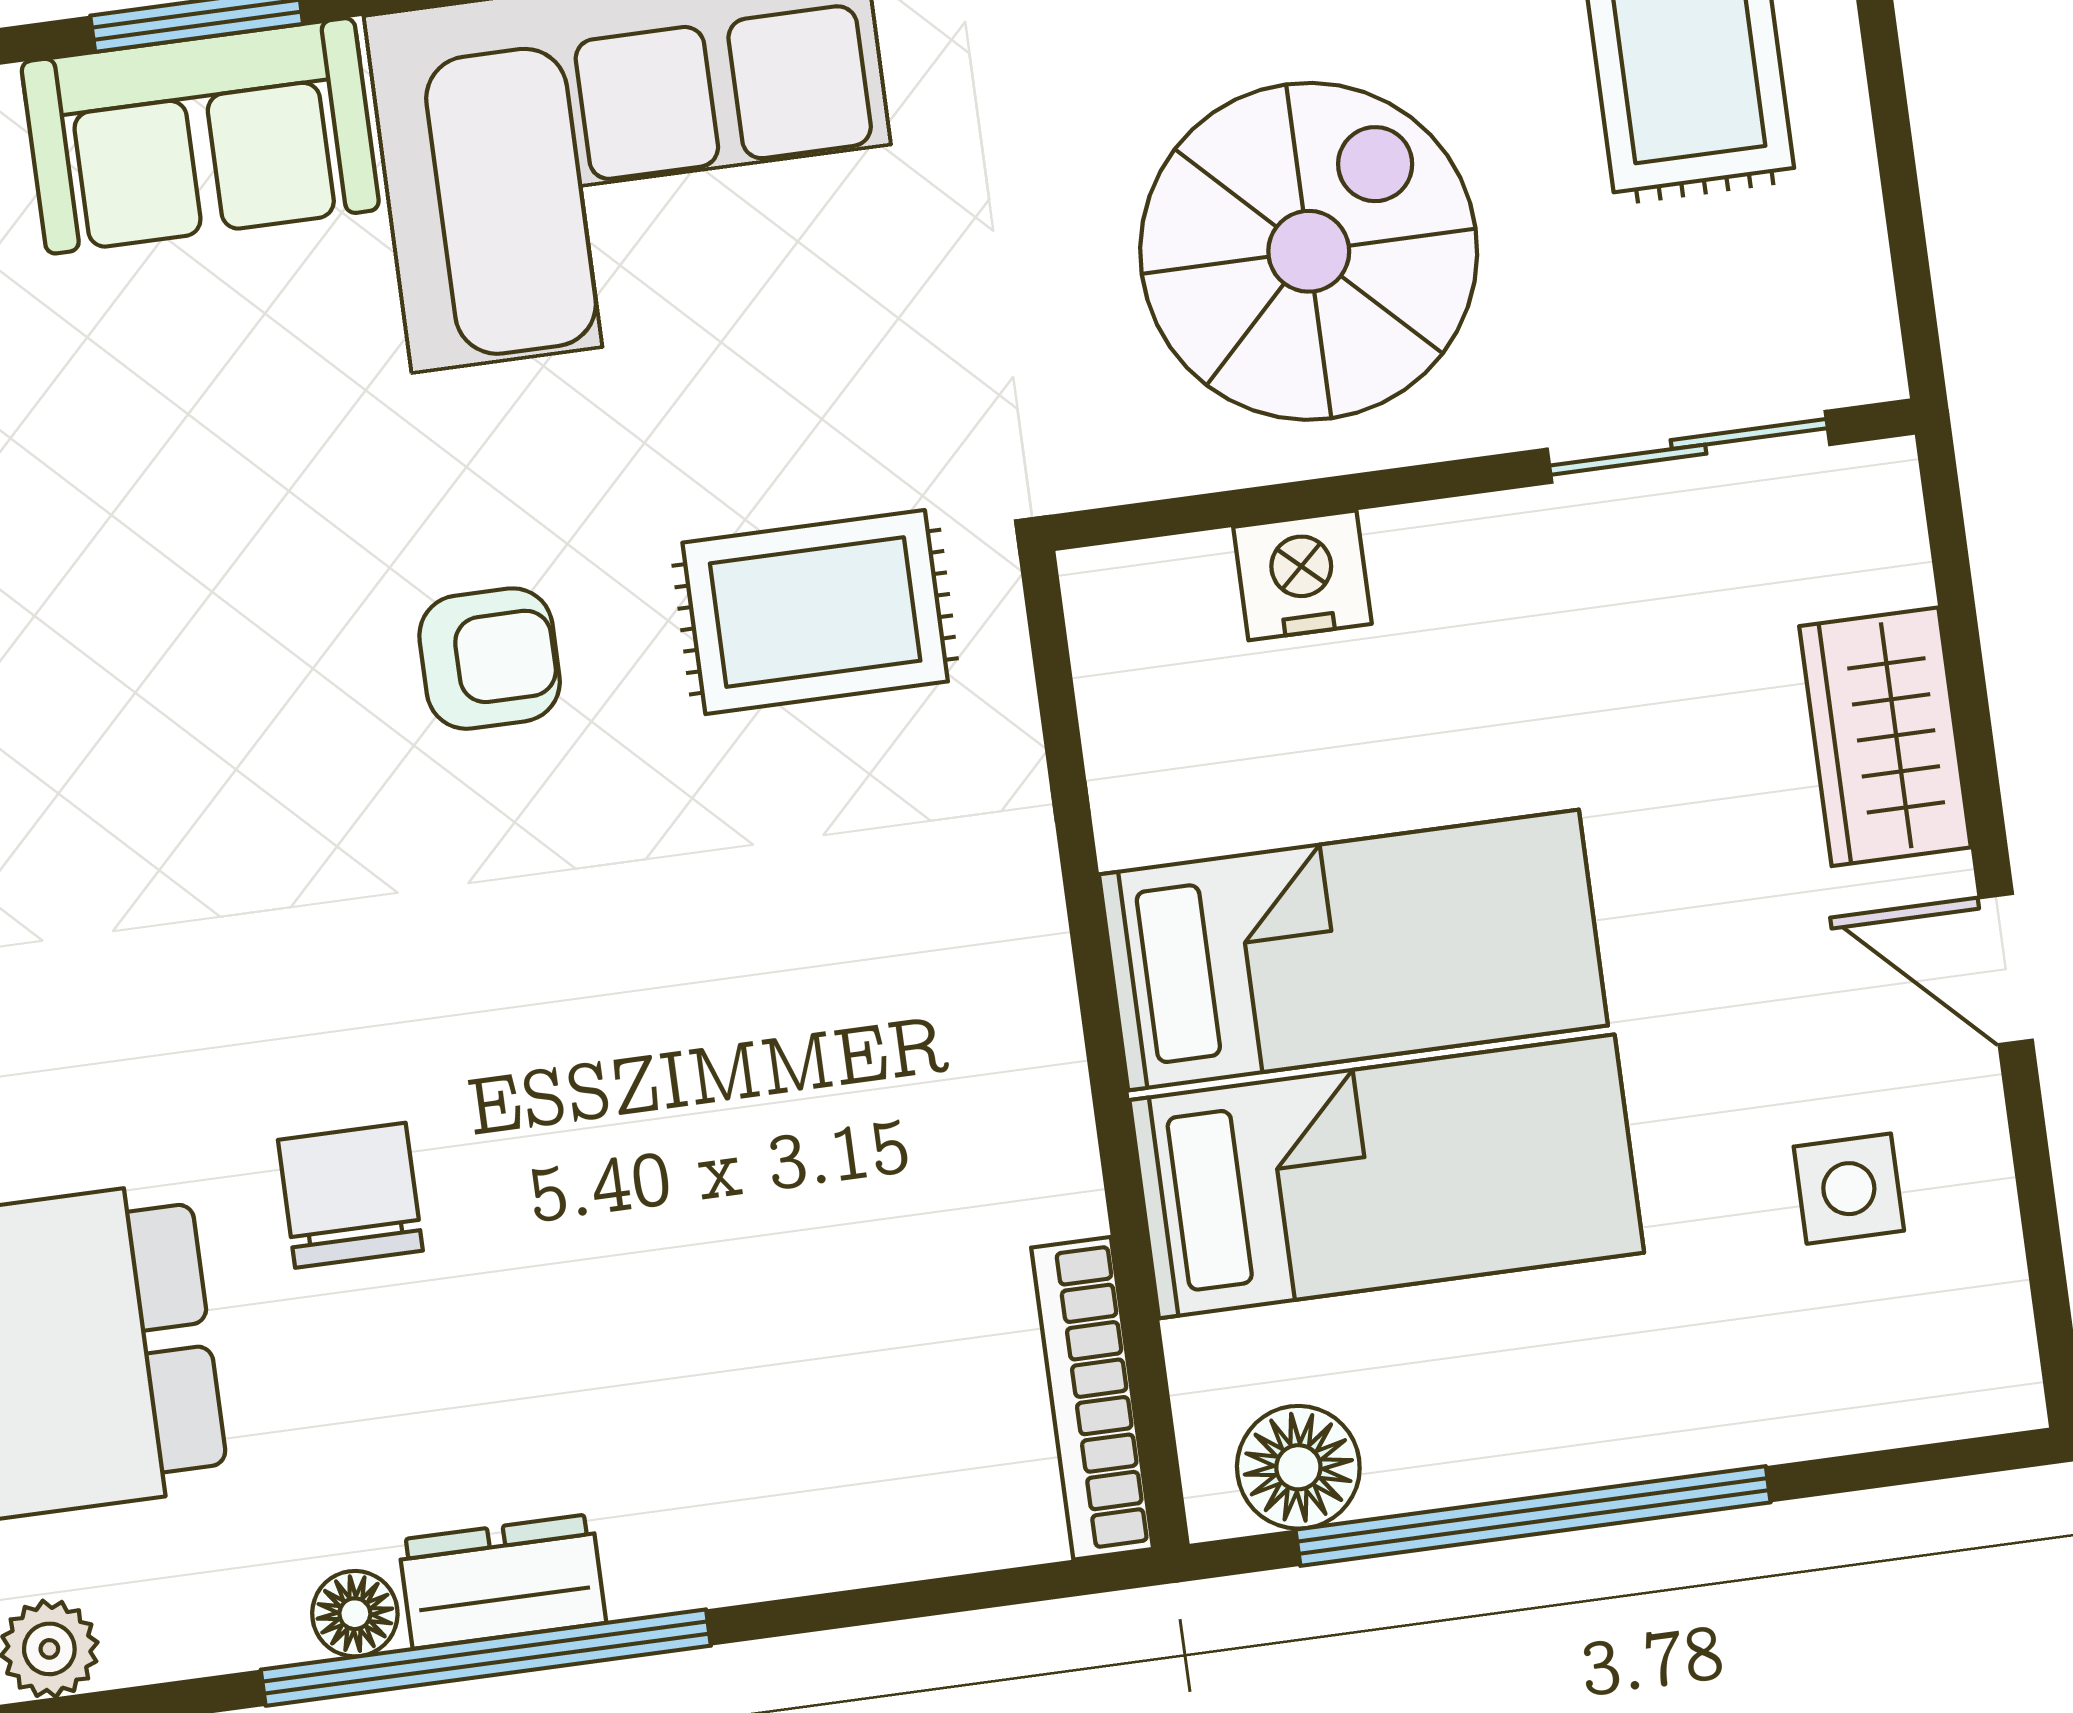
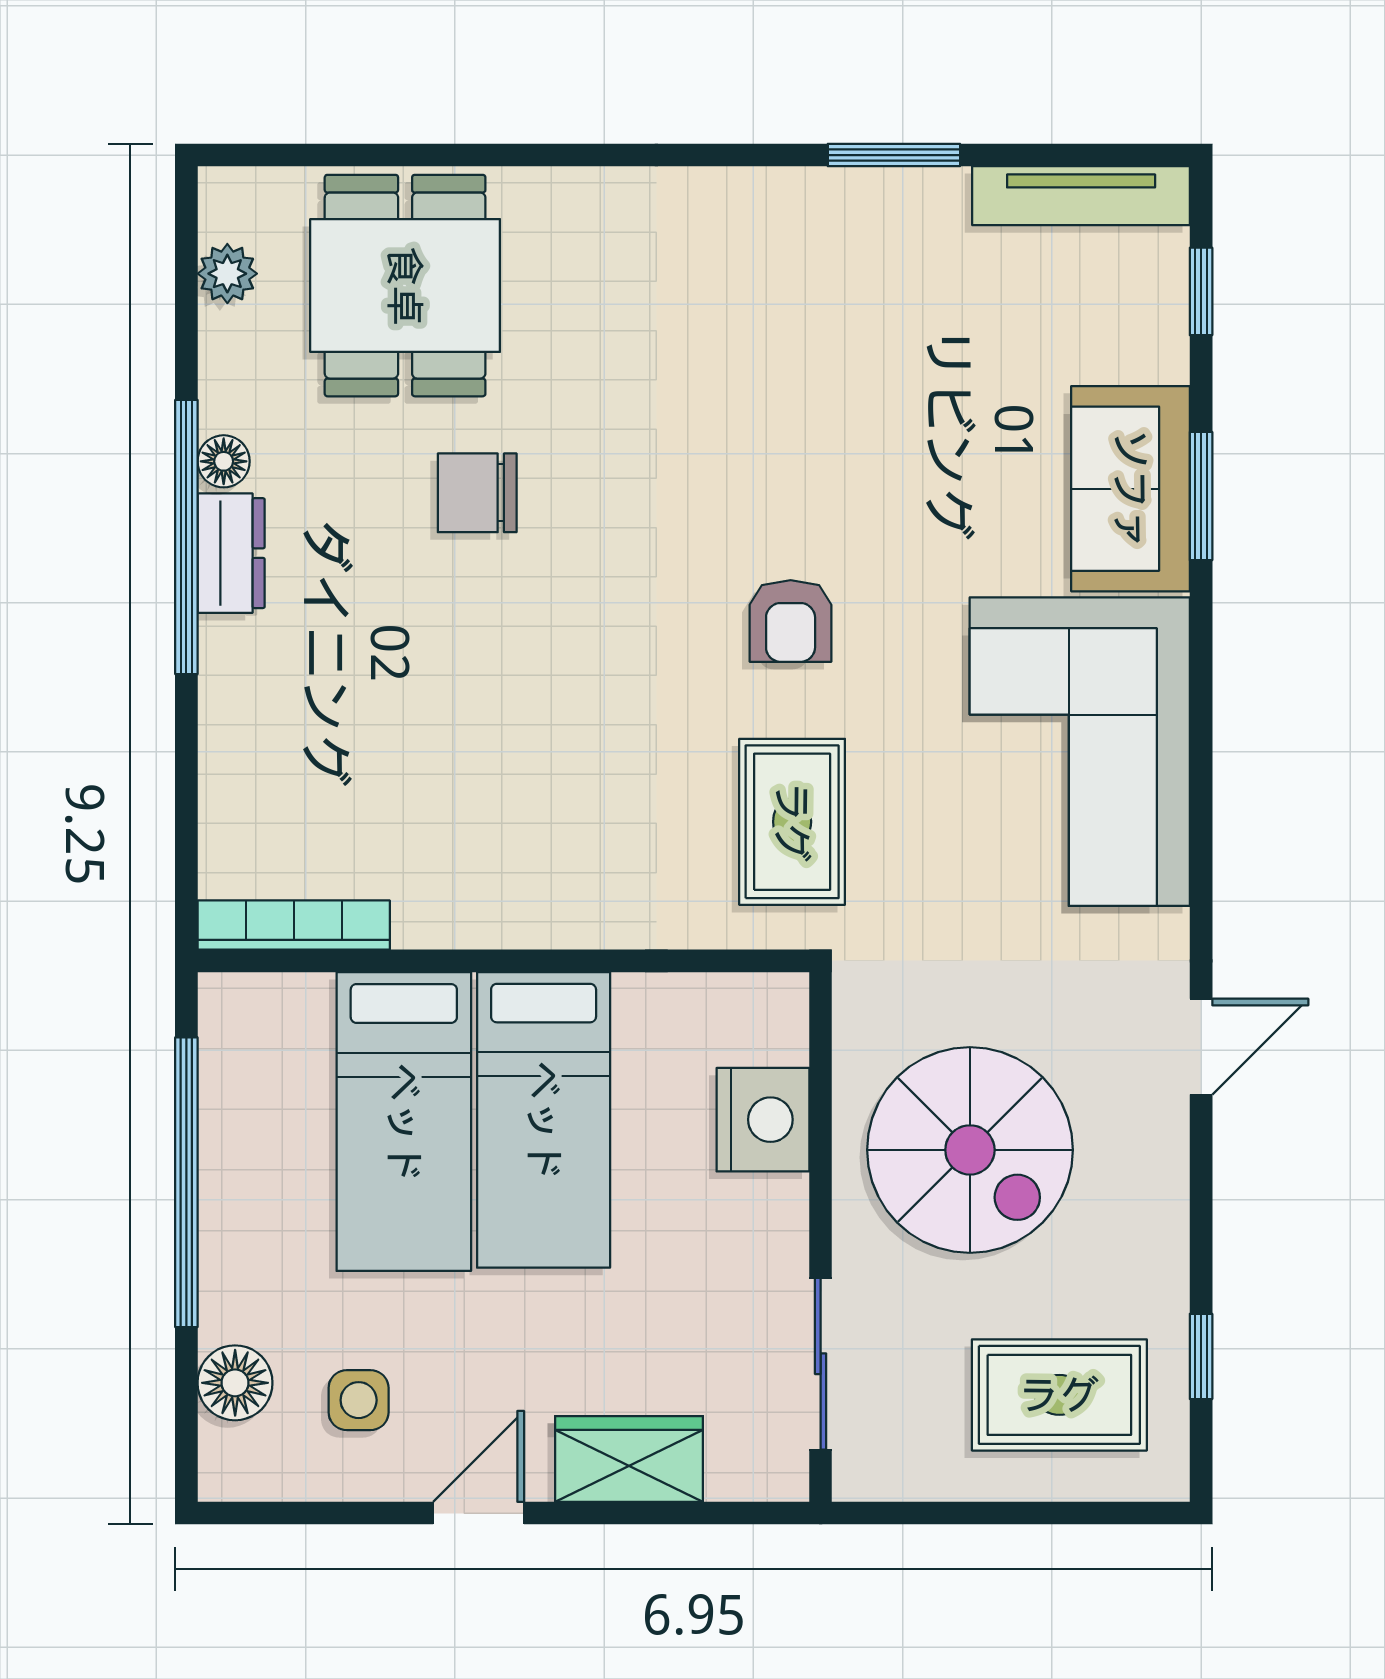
nightstand: (1302, 575) -> (763, 1120), width x1.36, depth x1.33
chair: (350, 1195) -> (477, 493), turned 180
floor lamp: (1298, 1467) -> (235, 1383), moved

